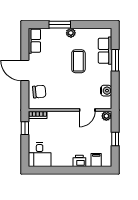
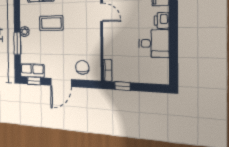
window: (25, 42) -> (34, 81), added
desk: (40, 155) -> (154, 44), moved

